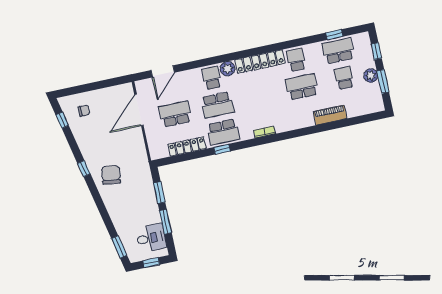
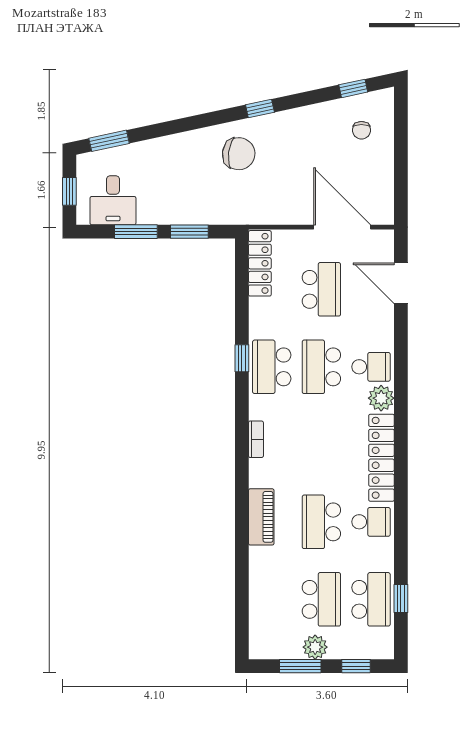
school desk: (344, 78) -> (321, 599), width x1.85
school desk: (302, 87) -> (321, 522), turned 180
piano: (330, 115) -> (261, 517), moved
locker: (187, 147) -> (260, 263), moved

